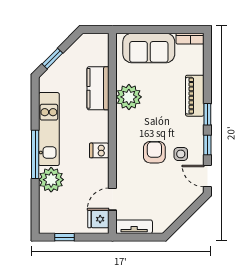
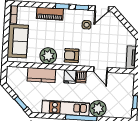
armchair: (154, 152) -> (72, 56), moved
door: (112, 199) -> (101, 69), moved
fridge: (98, 219) -> (70, 77), moved

